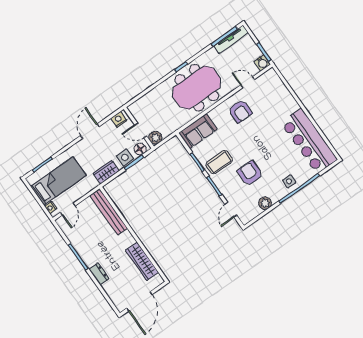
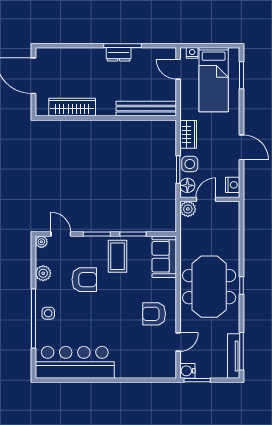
plant: (245, 219) -> (41, 242), added
dresser: (99, 274) -> (119, 54), moved

